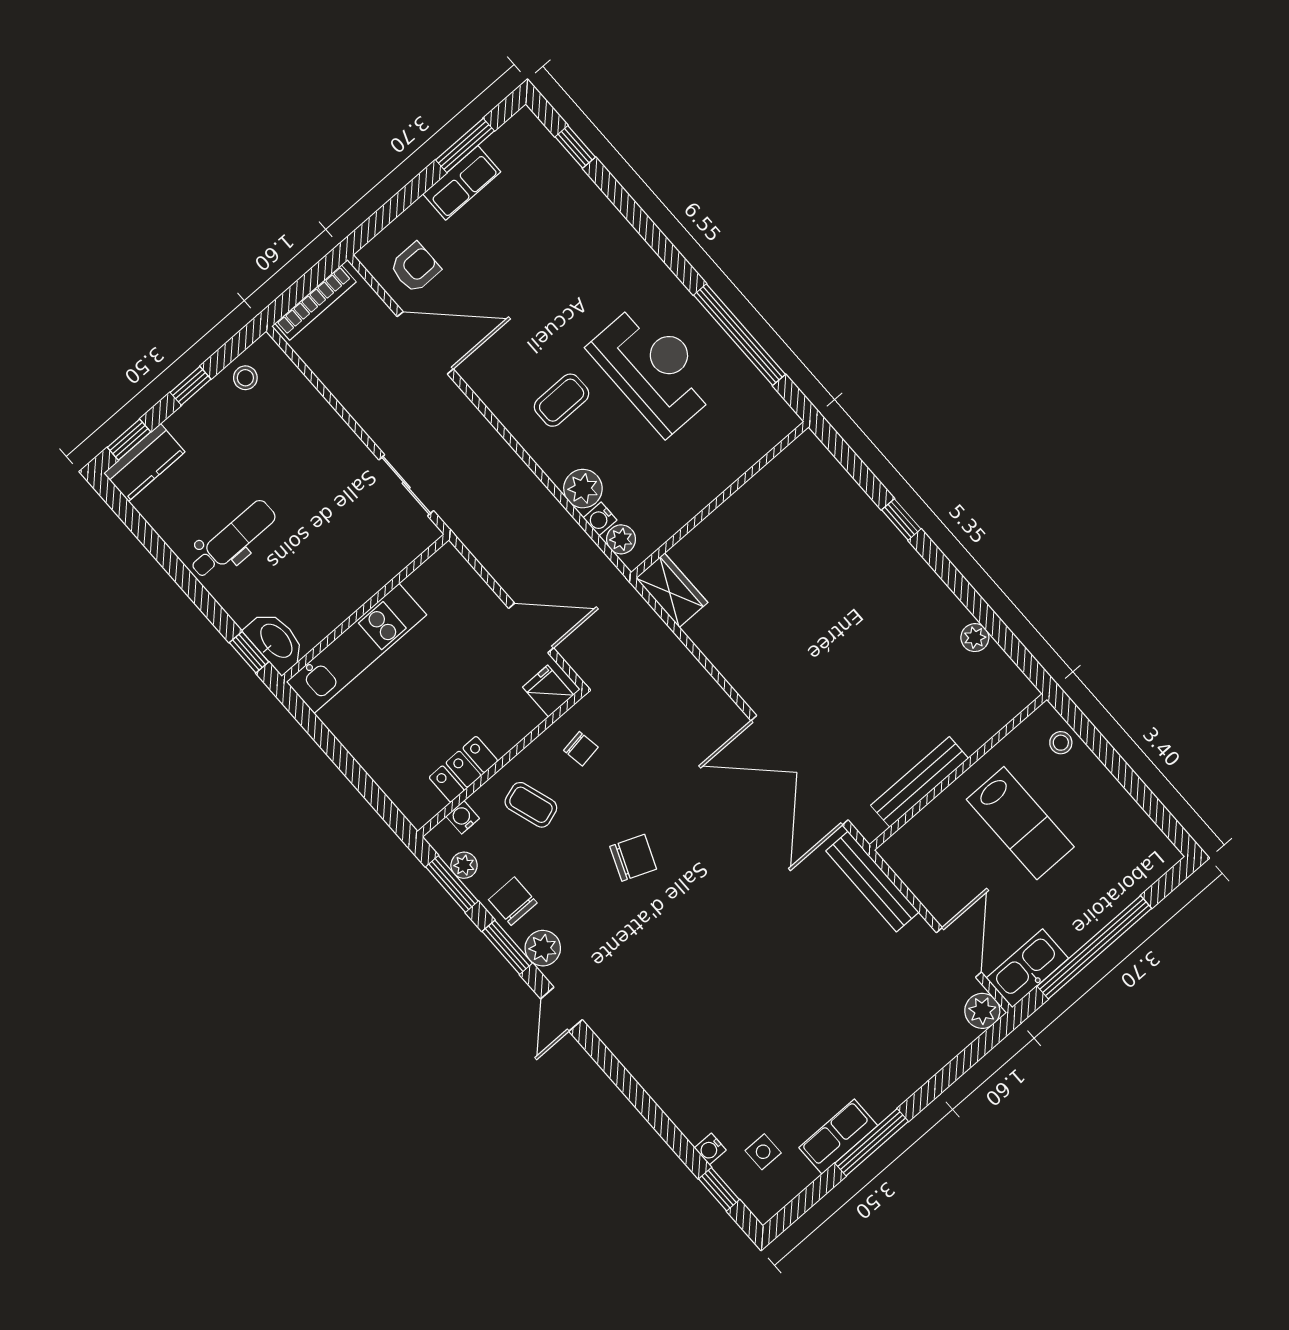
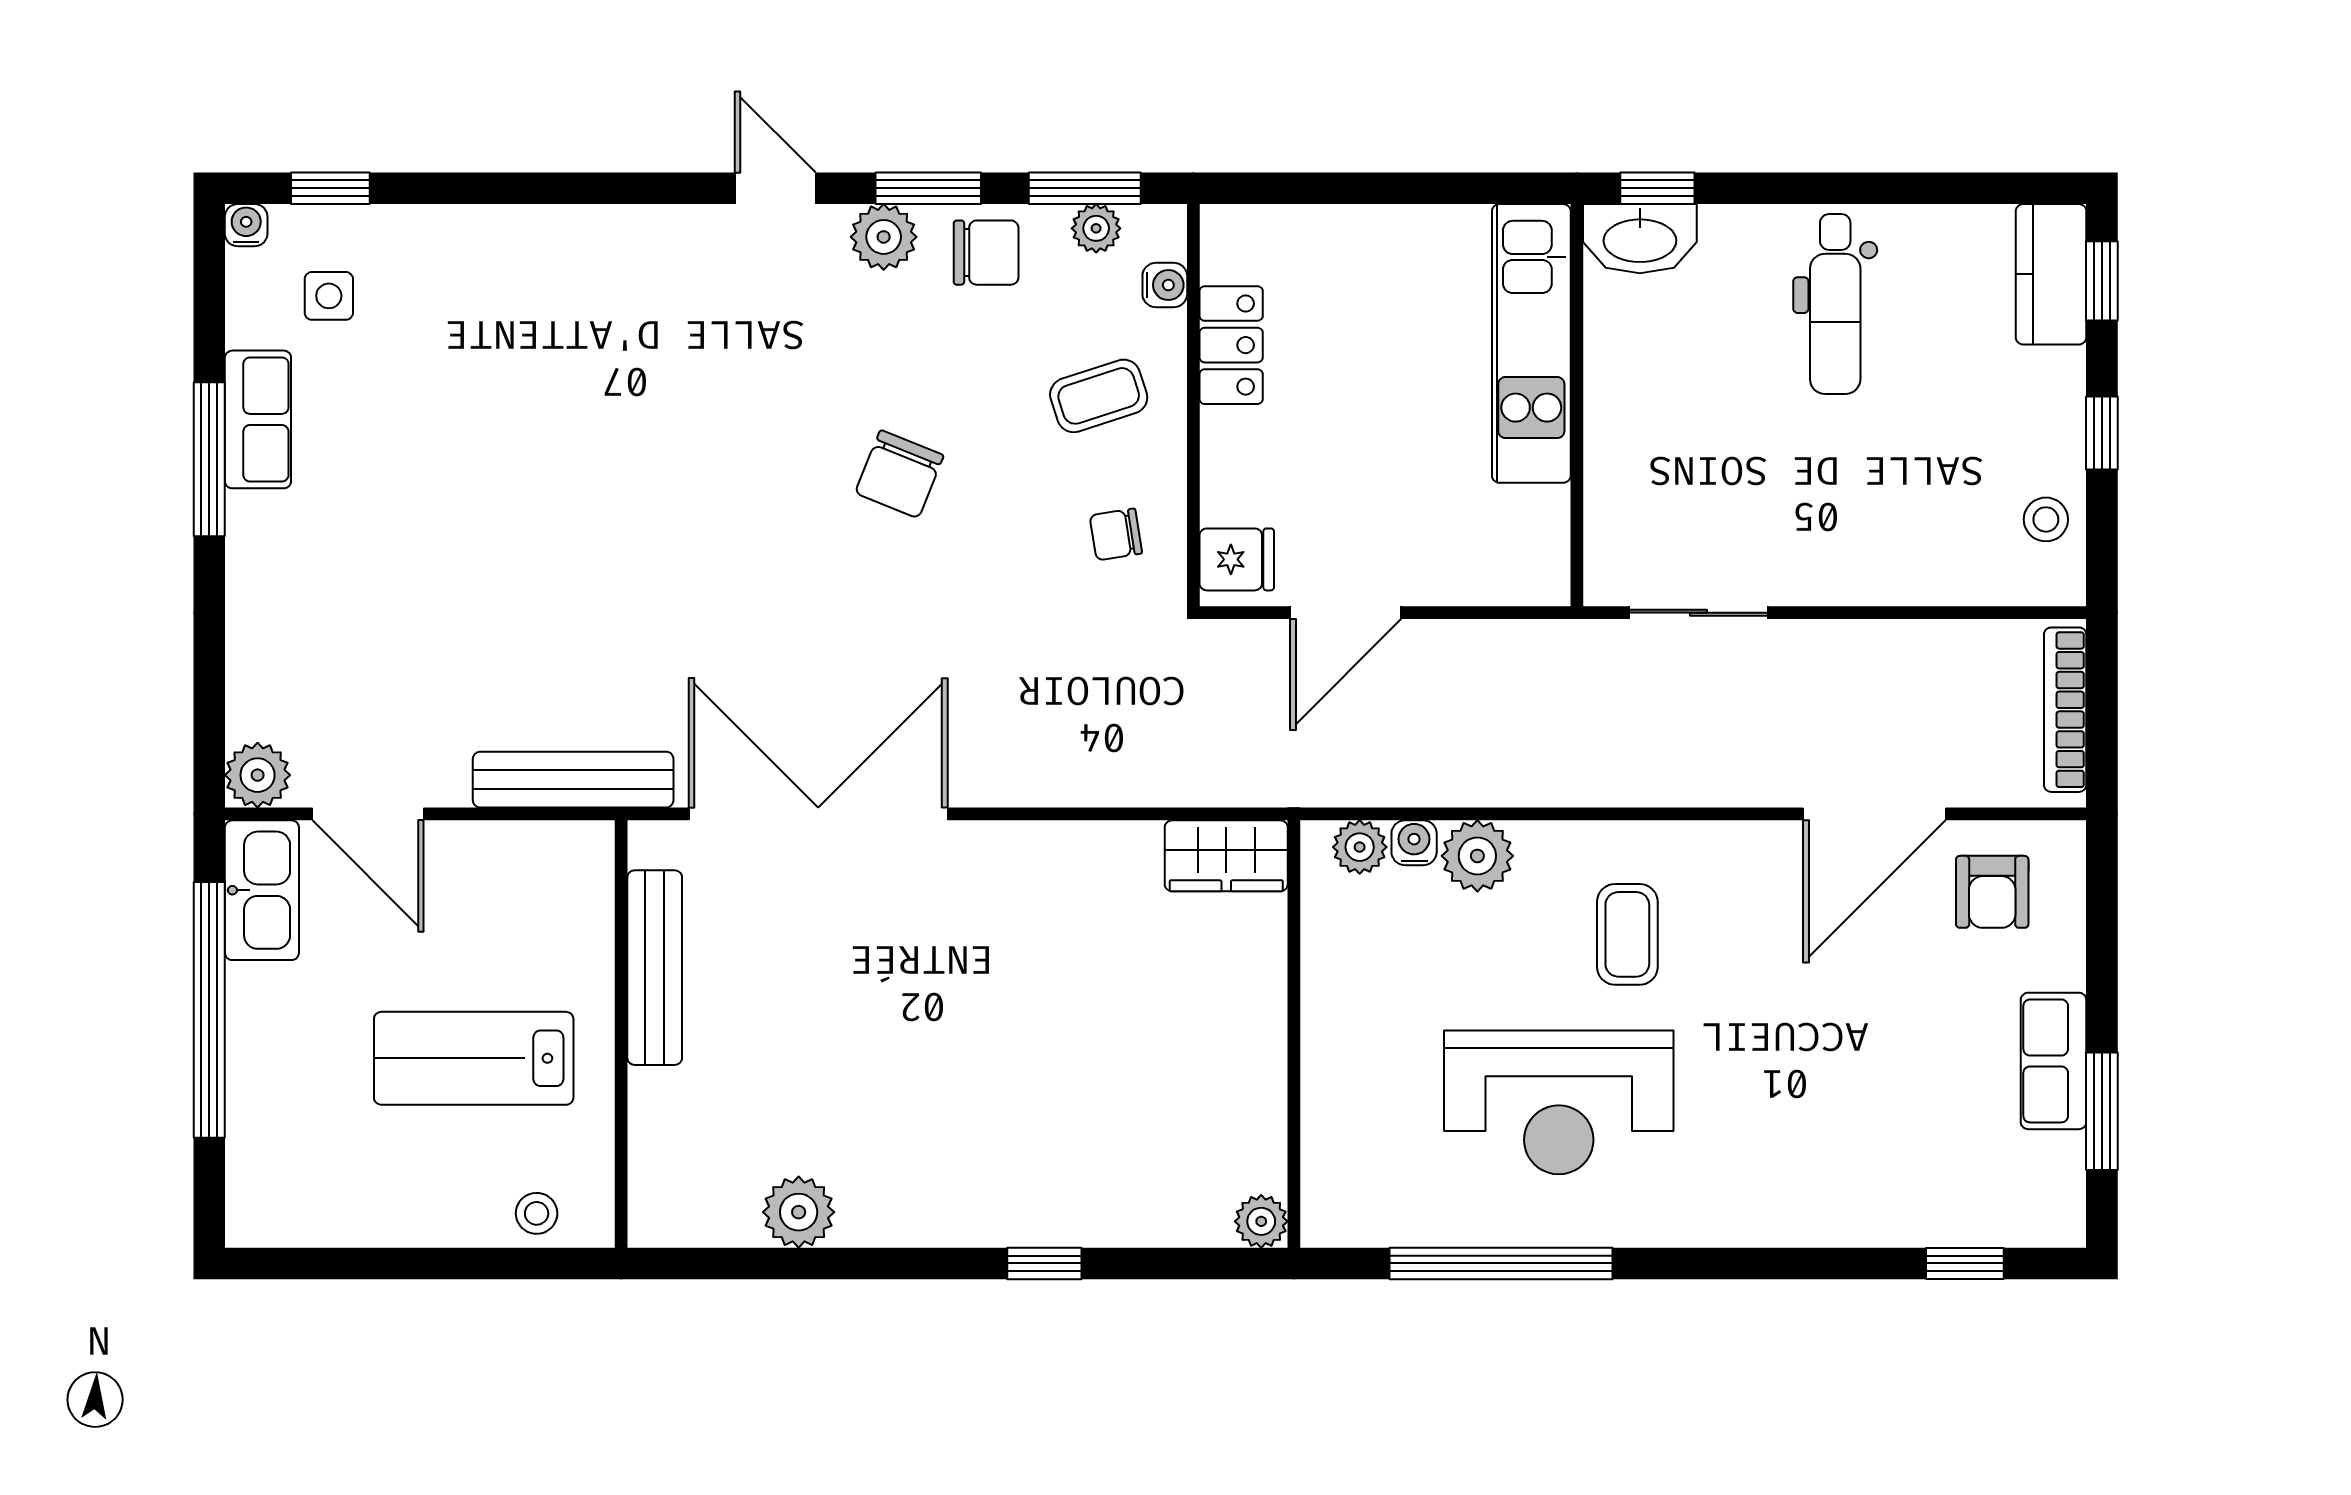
plant: (807, 447) -> (1261, 1221), added
plant: (975, 638) -> (799, 1212), width x1.38, depth x1.38
water cooler: (710, 1149) -> (246, 225), moved

